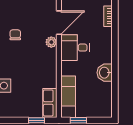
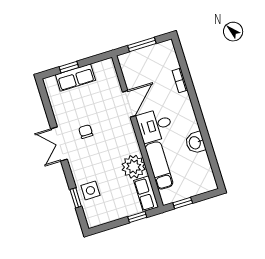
plant: (51, 42) -> (134, 167), moved, width x1.88, depth x1.88
exam couch: (68, 97) -> (159, 165), moved

